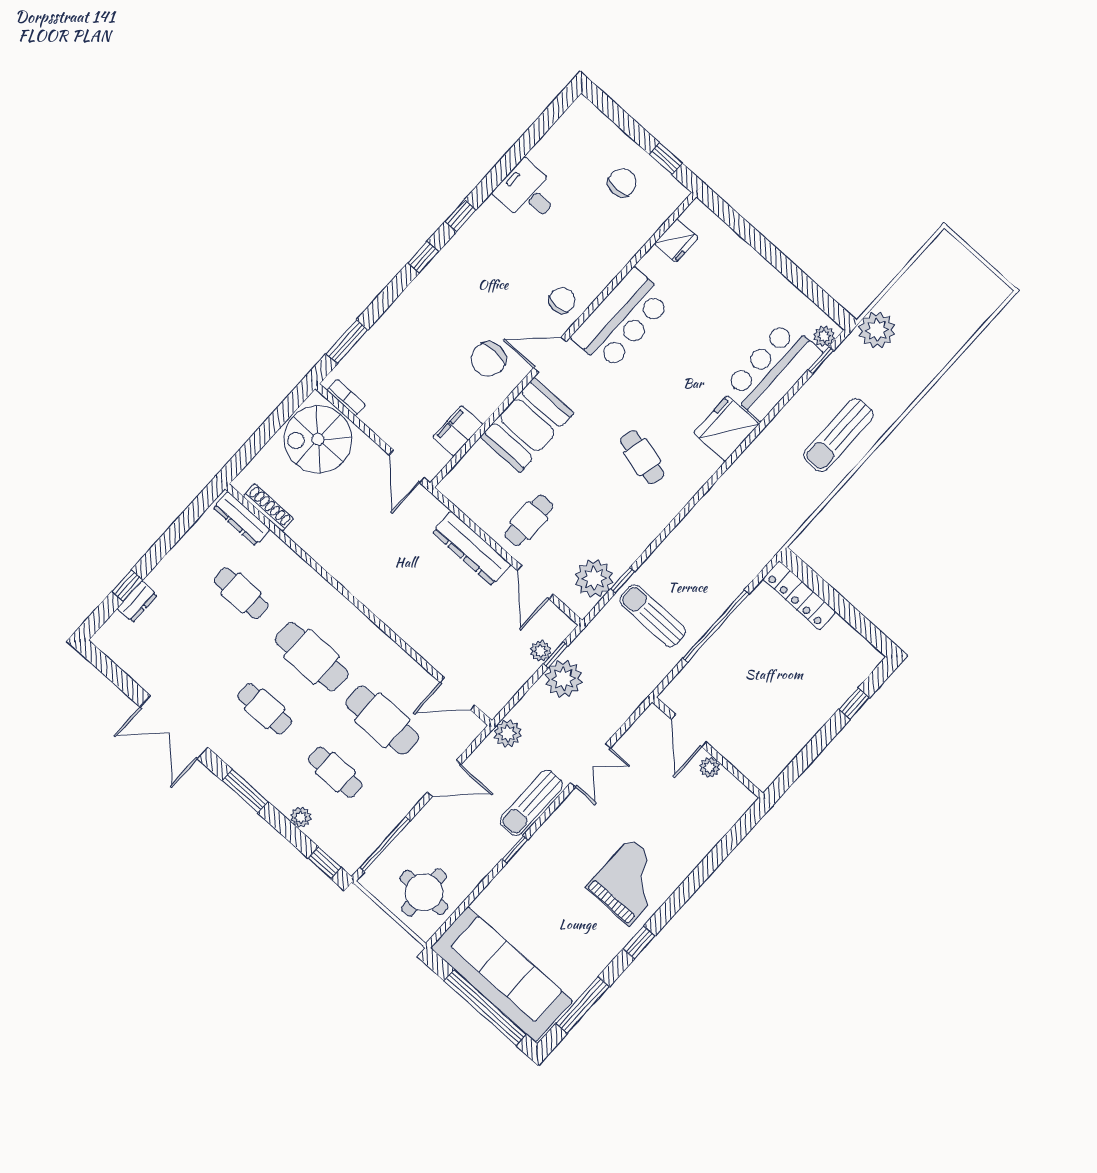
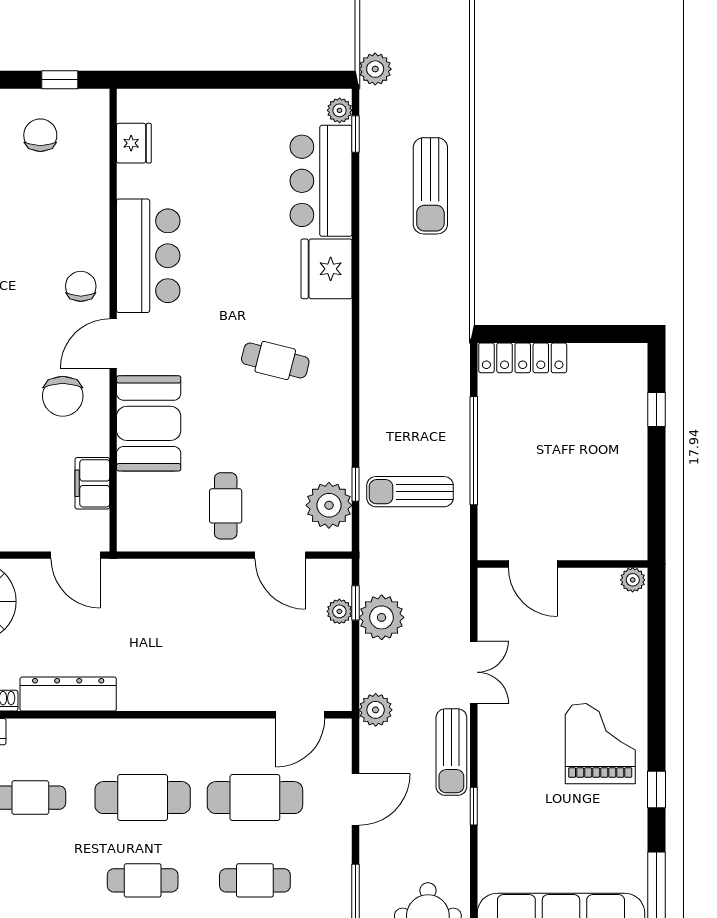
plant: (877, 330) -> (375, 69), width x0.73, depth x0.73
dresser: (472, 548) -> (68, 694), moved, turned 180
plant: (710, 767) -> (633, 580), moved

